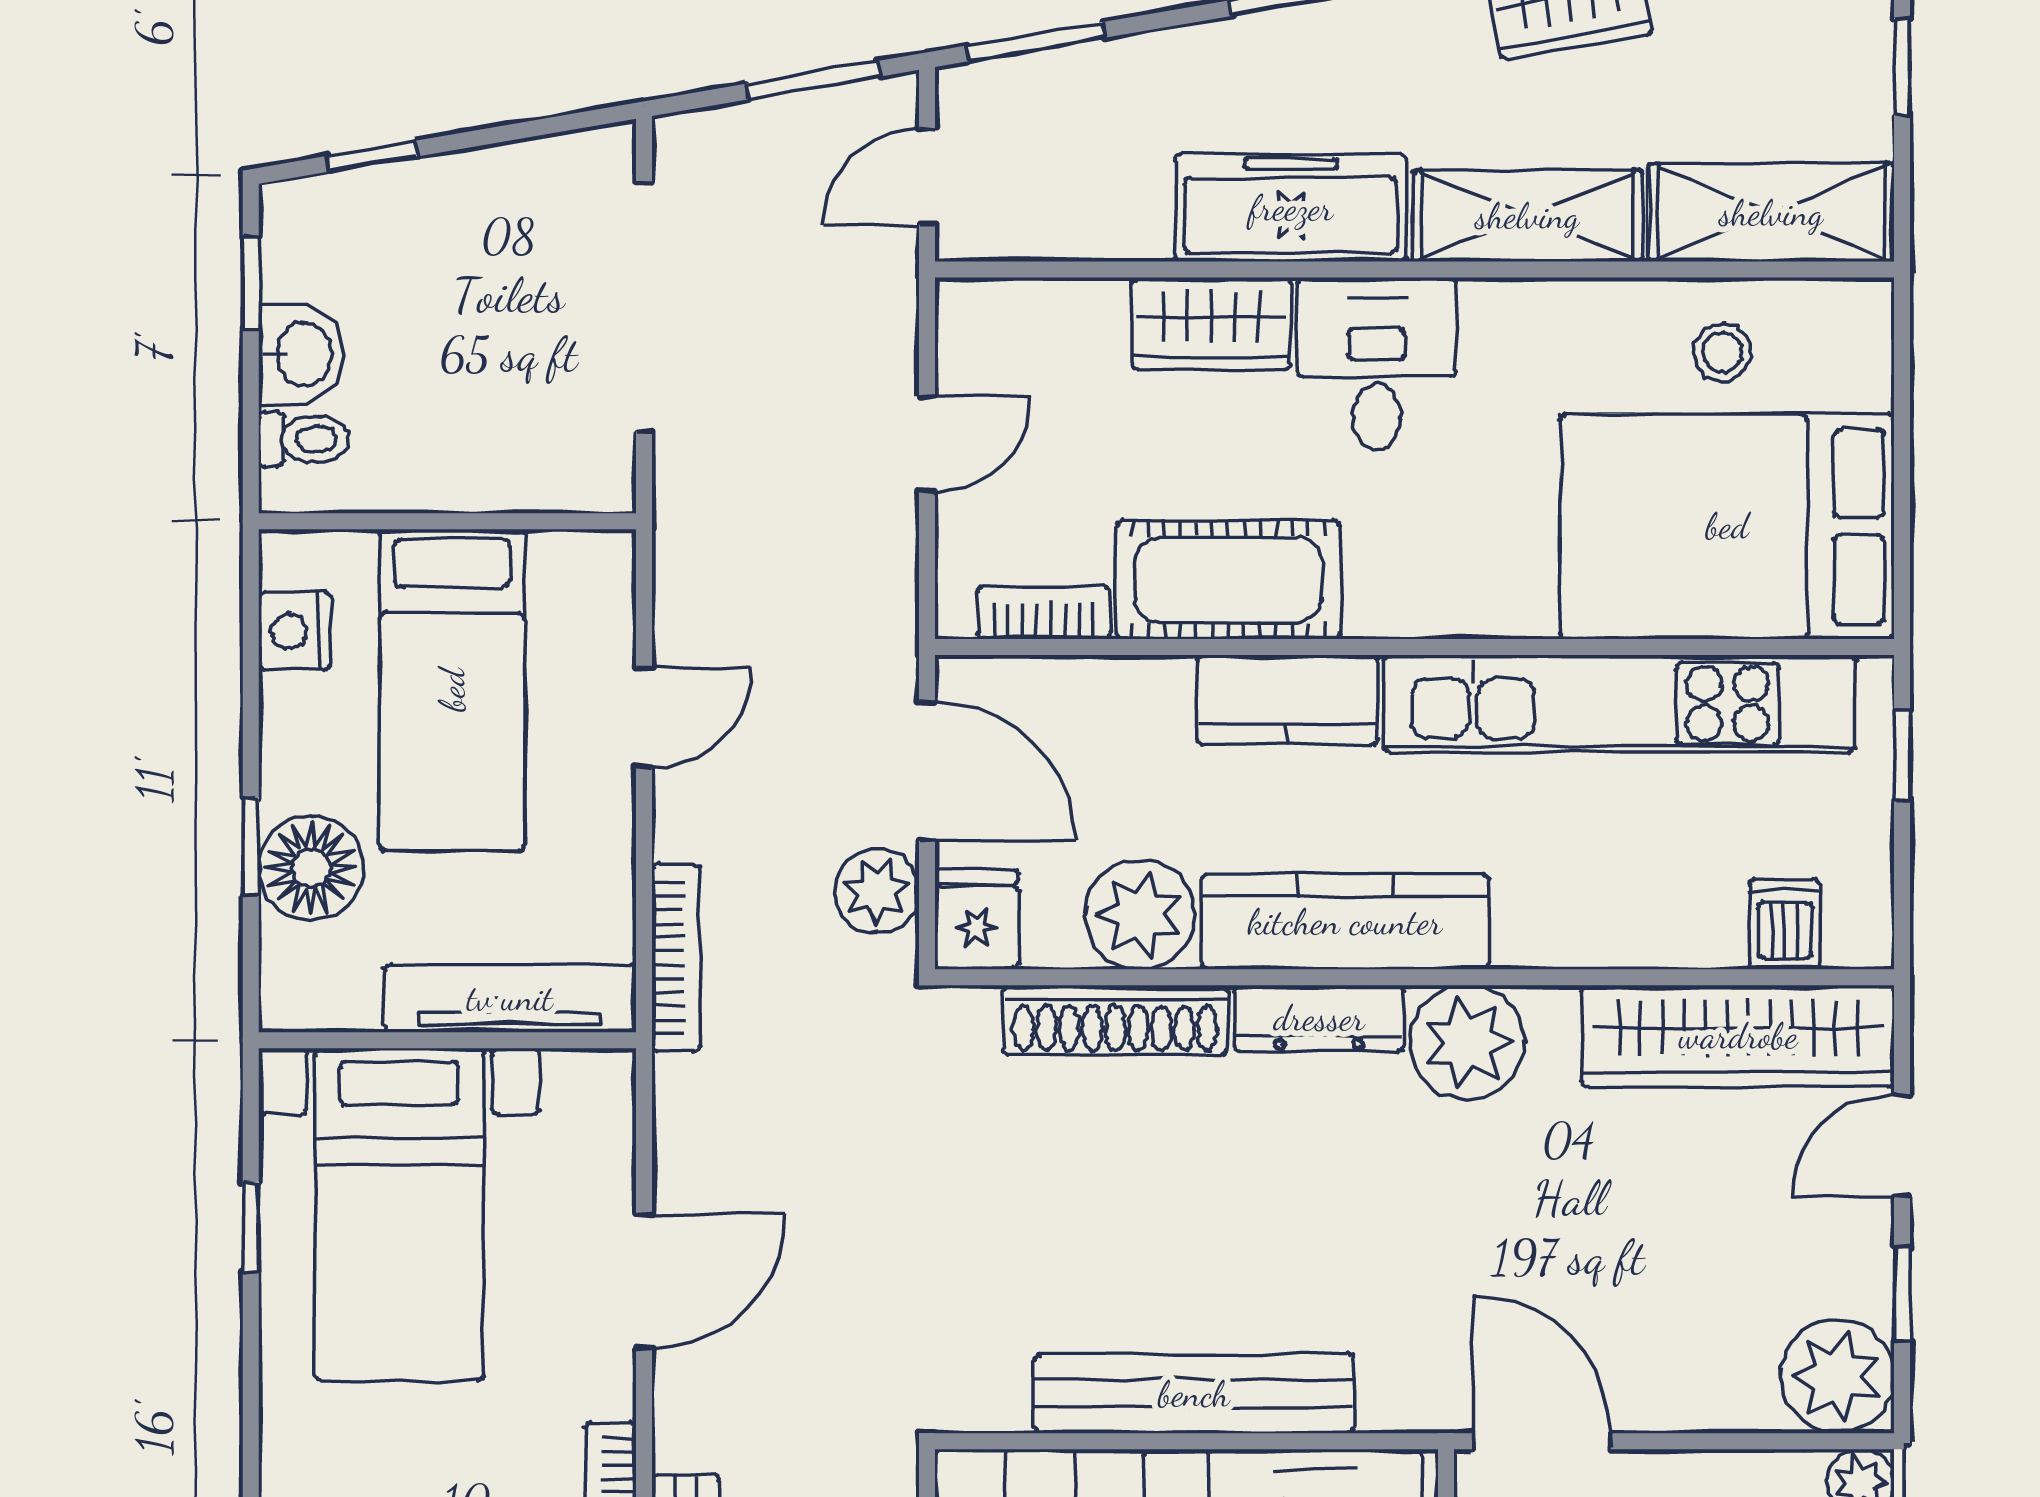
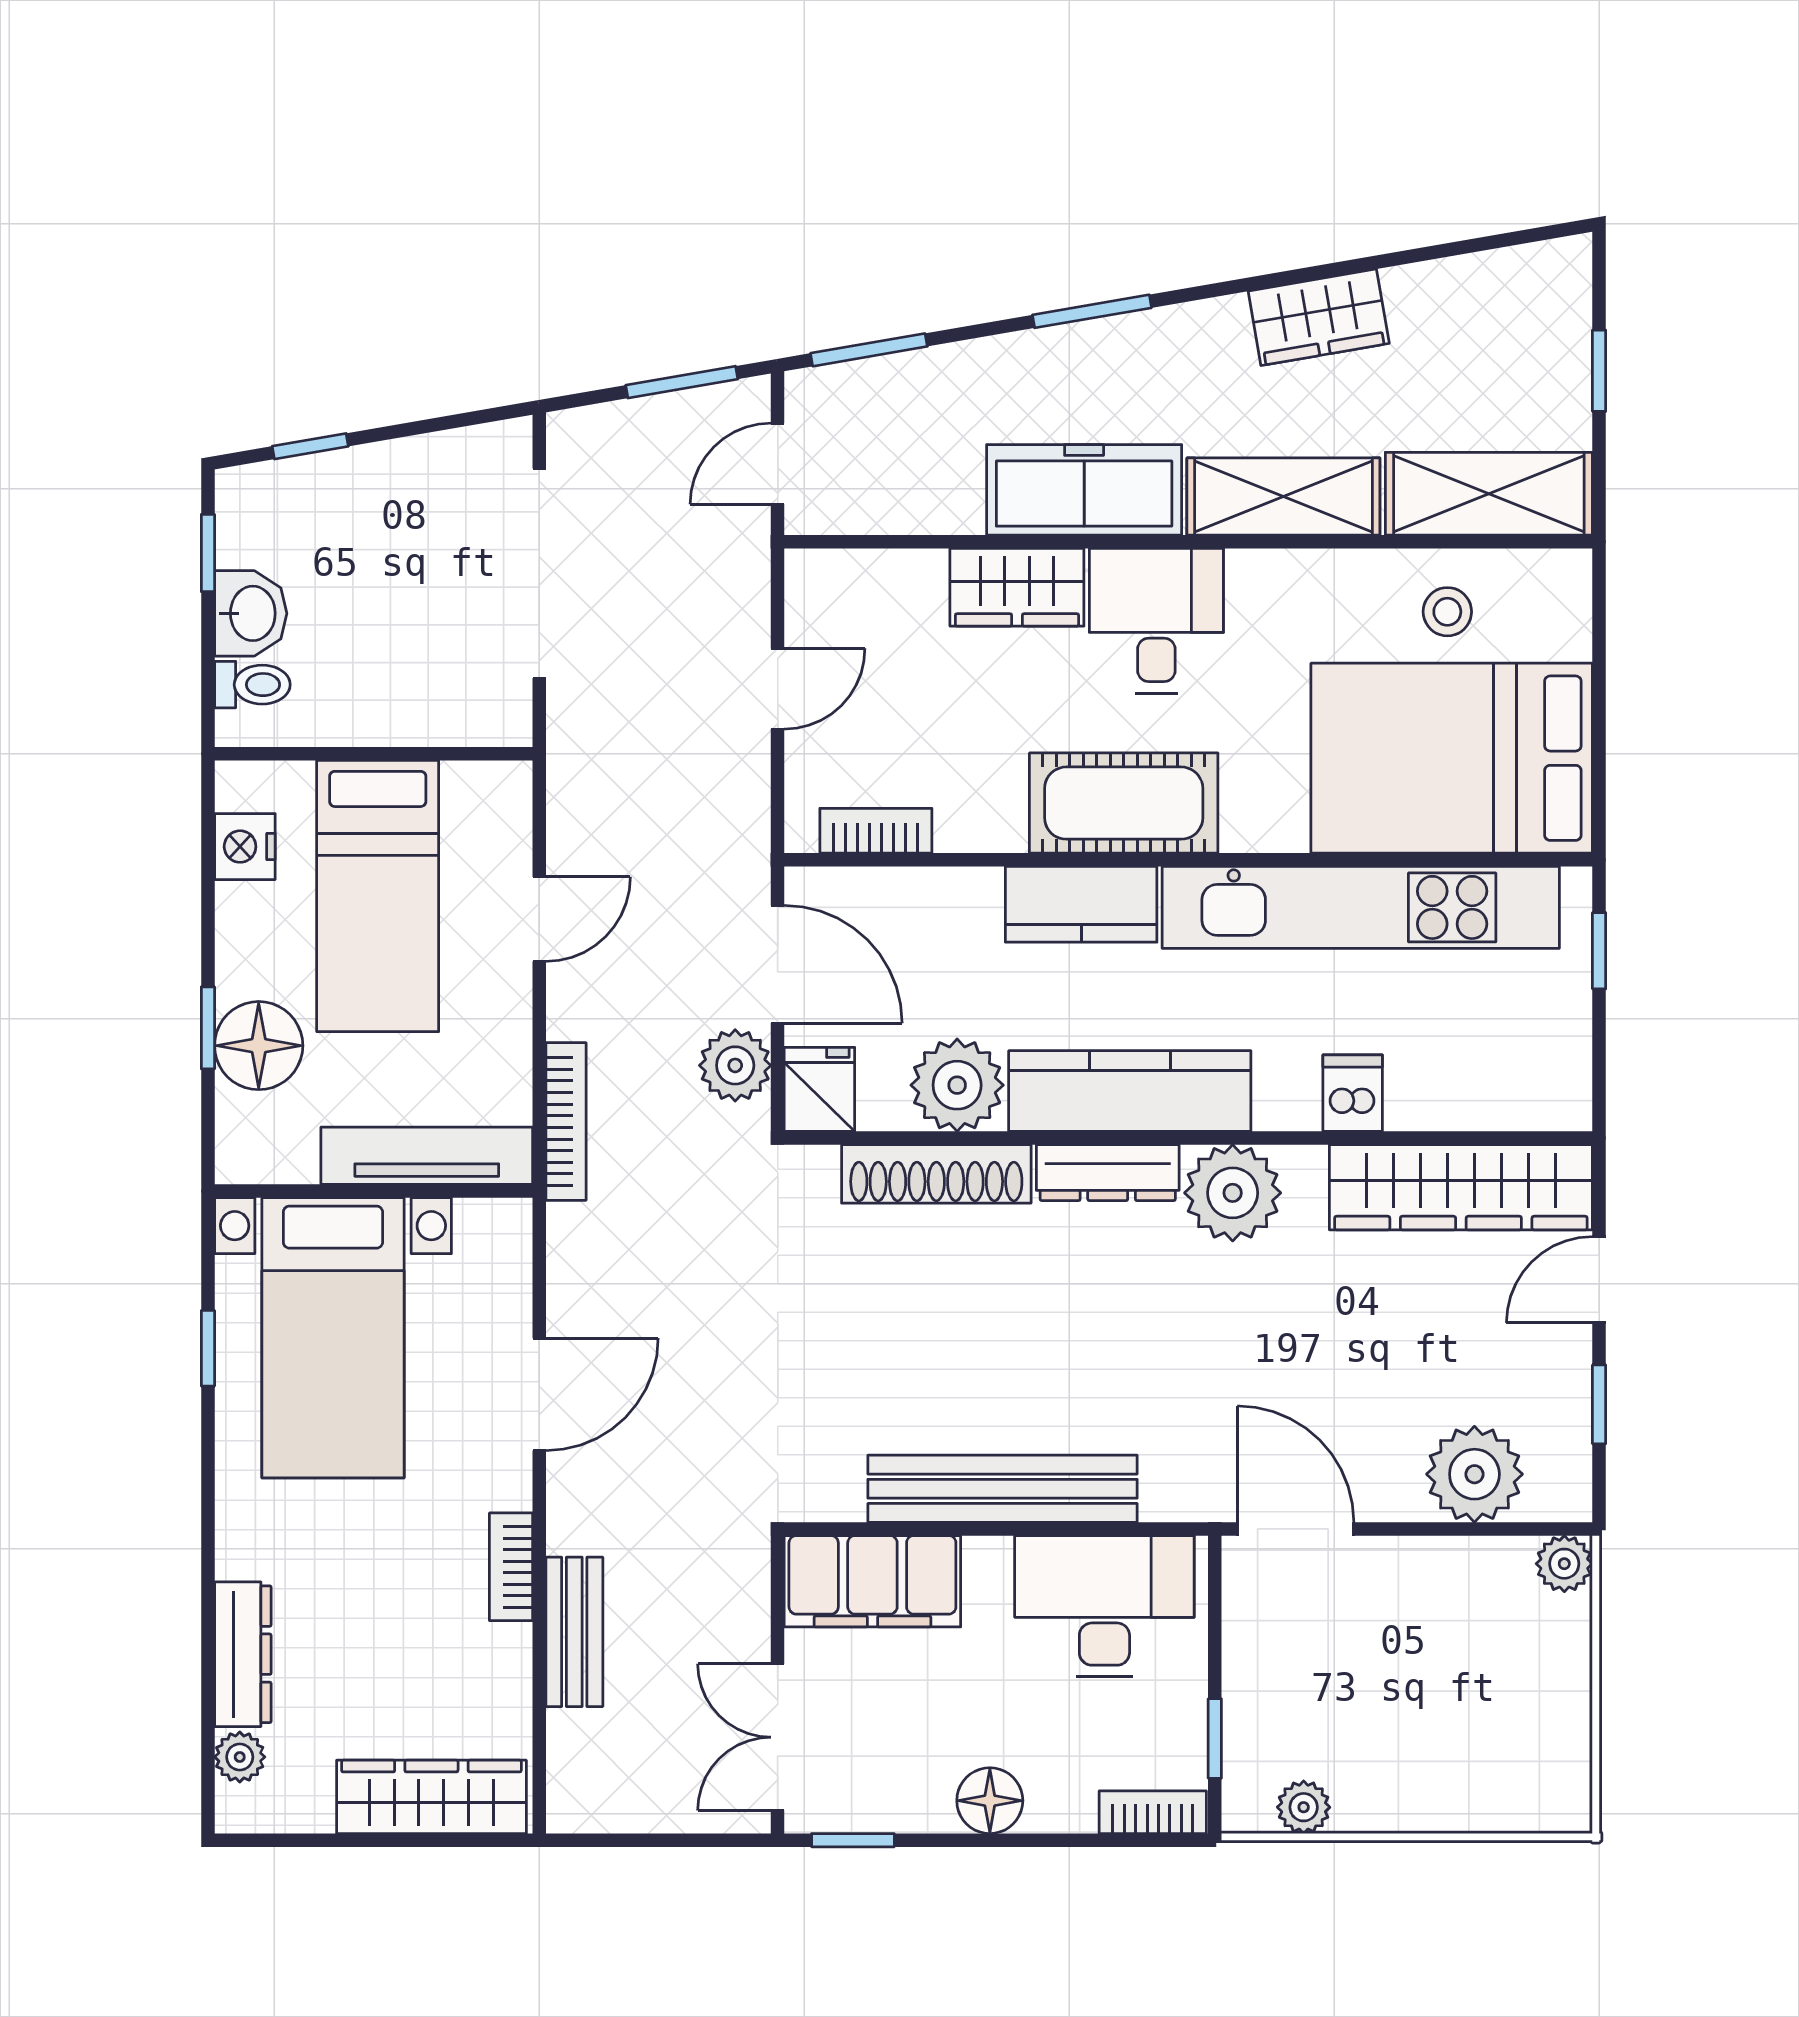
cot: (1228, 580) -> (1124, 803), moved
dishwasher: (1785, 924) -> (1353, 1093), moved
plant: (1837, 1376) -> (1474, 1474), moved

